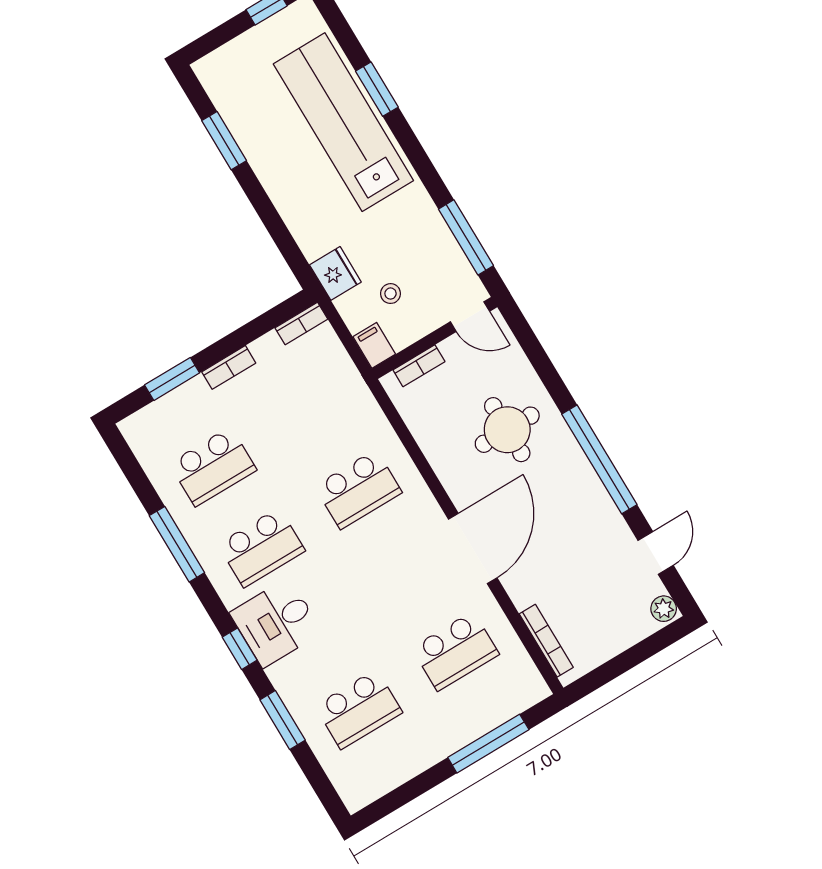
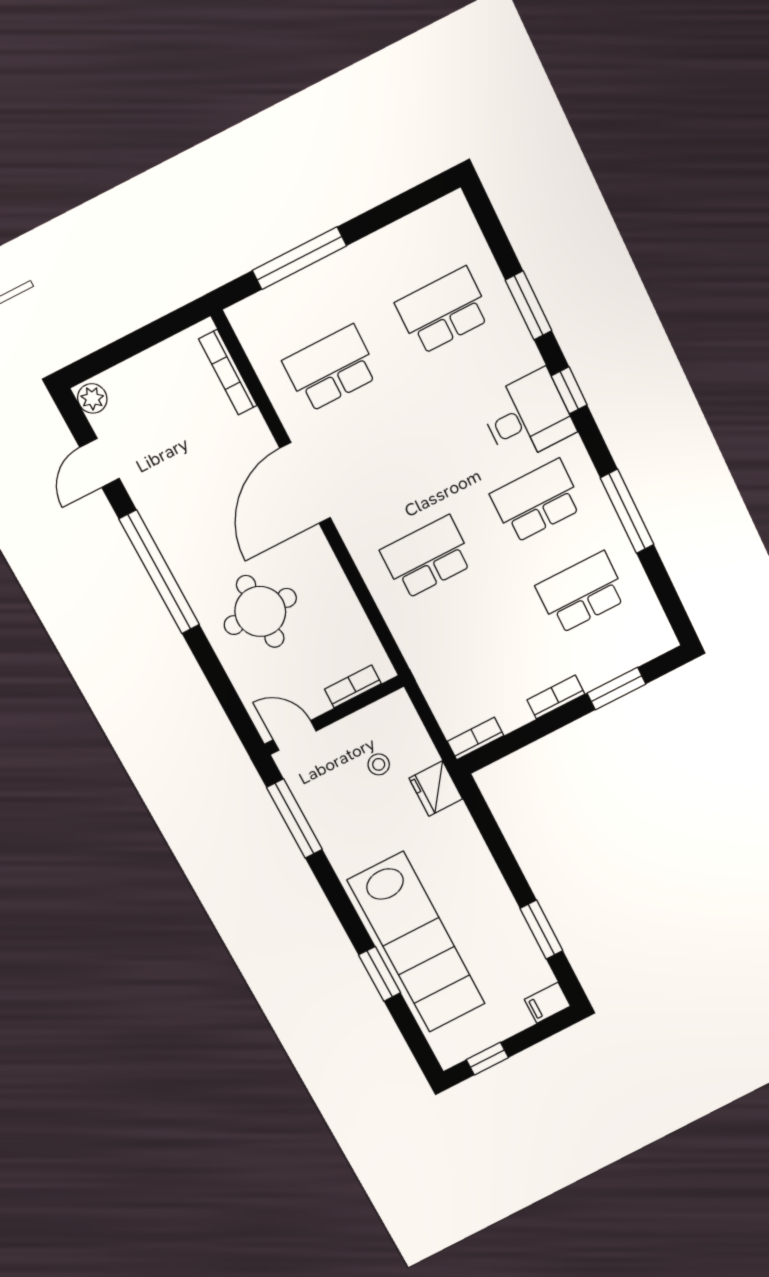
filing cabinet: (374, 345) -> (548, 1003), moved, turned 90

